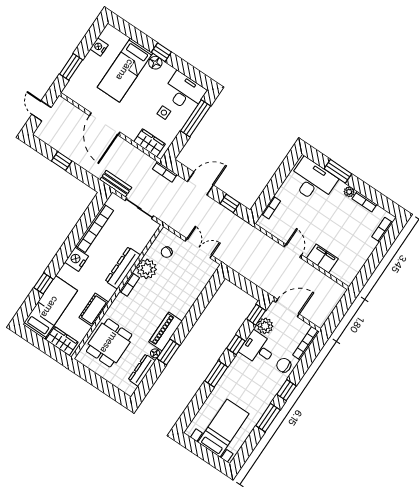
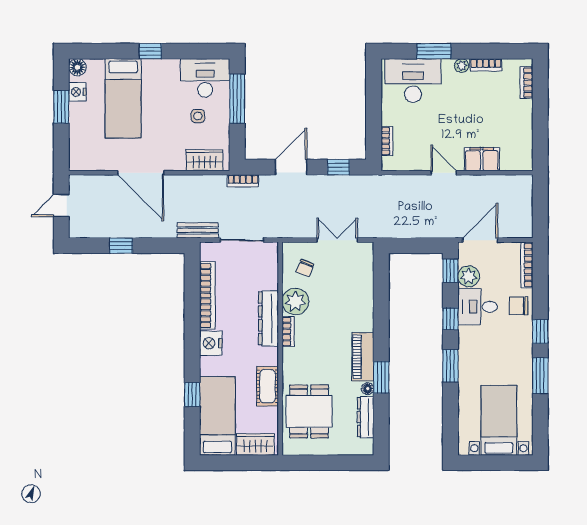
floor lamp: (155, 63) -> (77, 67), moved
window: (71, 67) -> (61, 107), moved
door: (41, 111) -> (61, 205), hinge flipped

